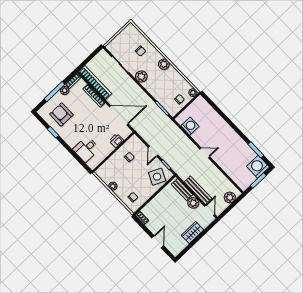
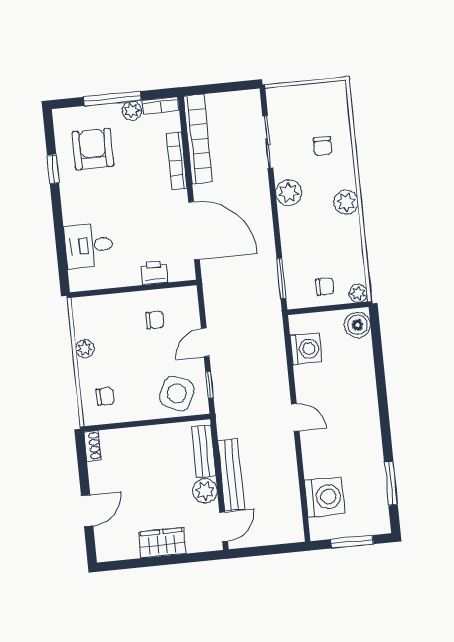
boiler: (201, 104) -> (358, 325), added
washing machine: (258, 167) -> (325, 497), moved, turned 90
plant: (230, 197) -> (278, 532), removed

